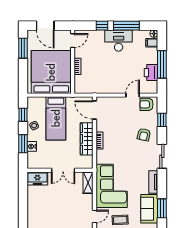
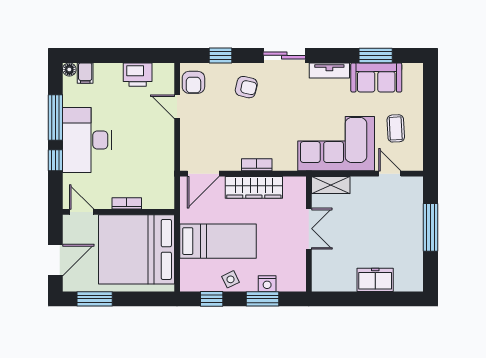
desk: (119, 41) -> (87, 140), width x1.36, depth x1.30
window: (162, 64) -> (123, 55), removed
freezer: (37, 178) -> (375, 280), moved, turned -90

